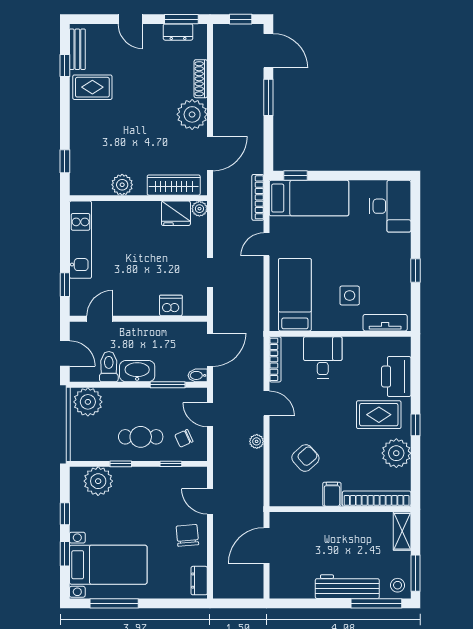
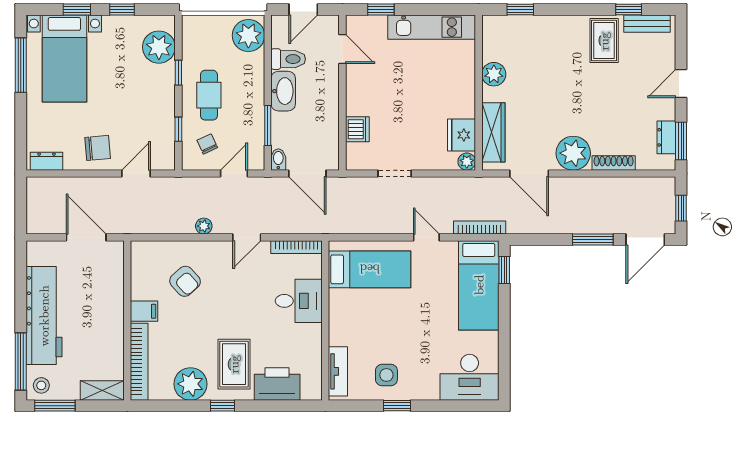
side table: (350, 296) -> (386, 375), moved
workbench: (347, 587) -> (44, 316), width x1.36, depth x1.32

